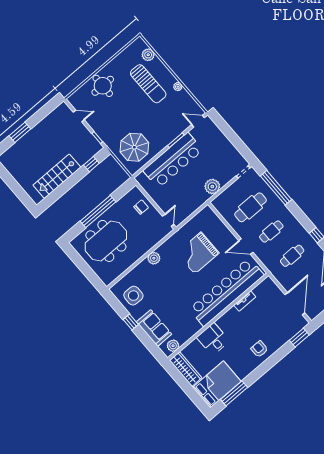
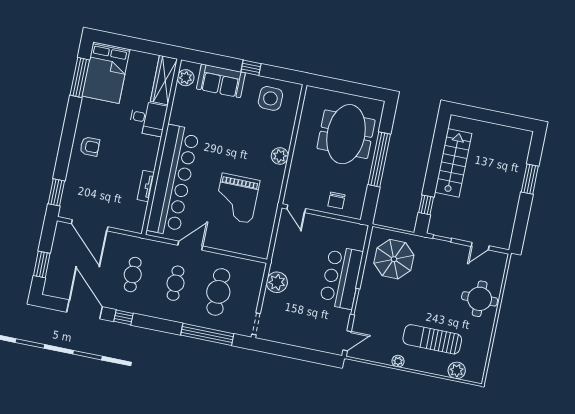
bar counter: (173, 160) -> (341, 277), width x0.73
grand piano: (198, 253) -> (237, 198), turned 180
wardrobe: (186, 369) -> (164, 80), moved, turned 90

